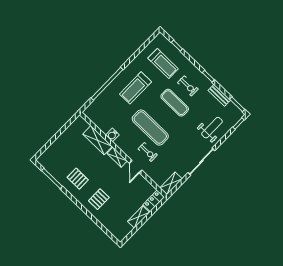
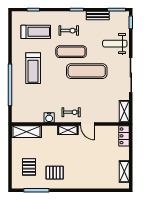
exercise mat: (150, 128) -> (87, 71), moved
weight bench: (212, 128) -> (115, 44), turned -90
shelving: (98, 140) -> (26, 132), moved
exercise bike: (148, 152) -> (71, 112), moved
pallet: (99, 199) -> (29, 167), moved
shelving: (139, 217) -> (124, 172), moved

